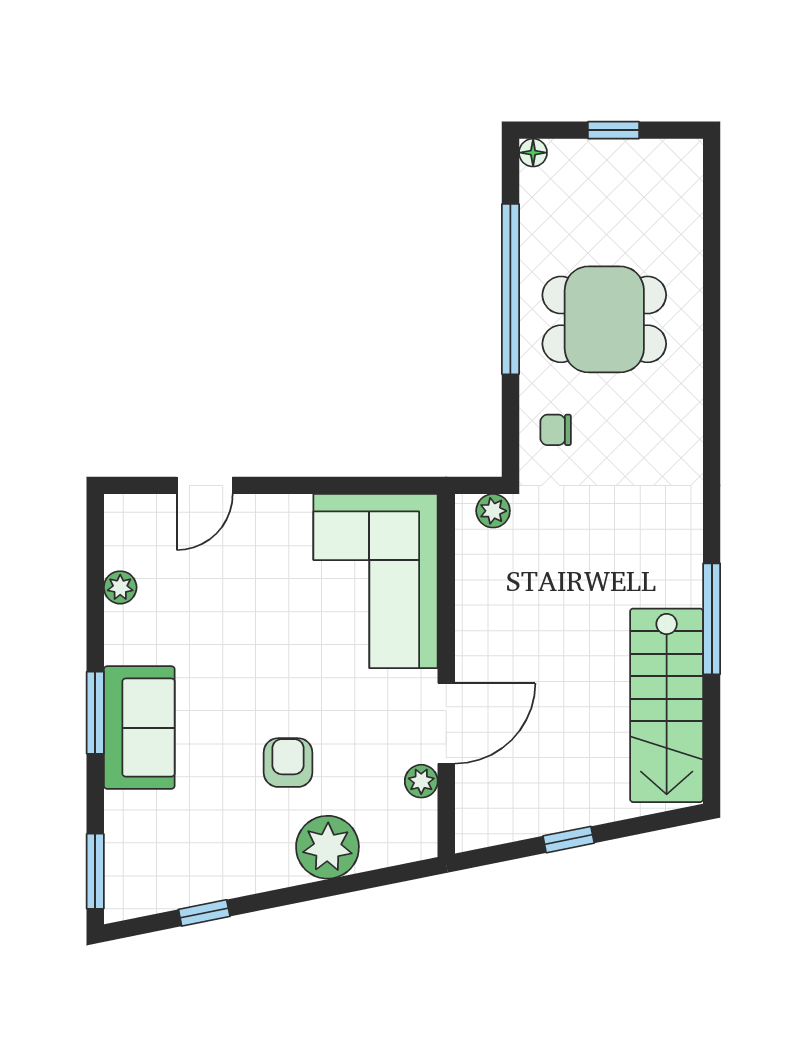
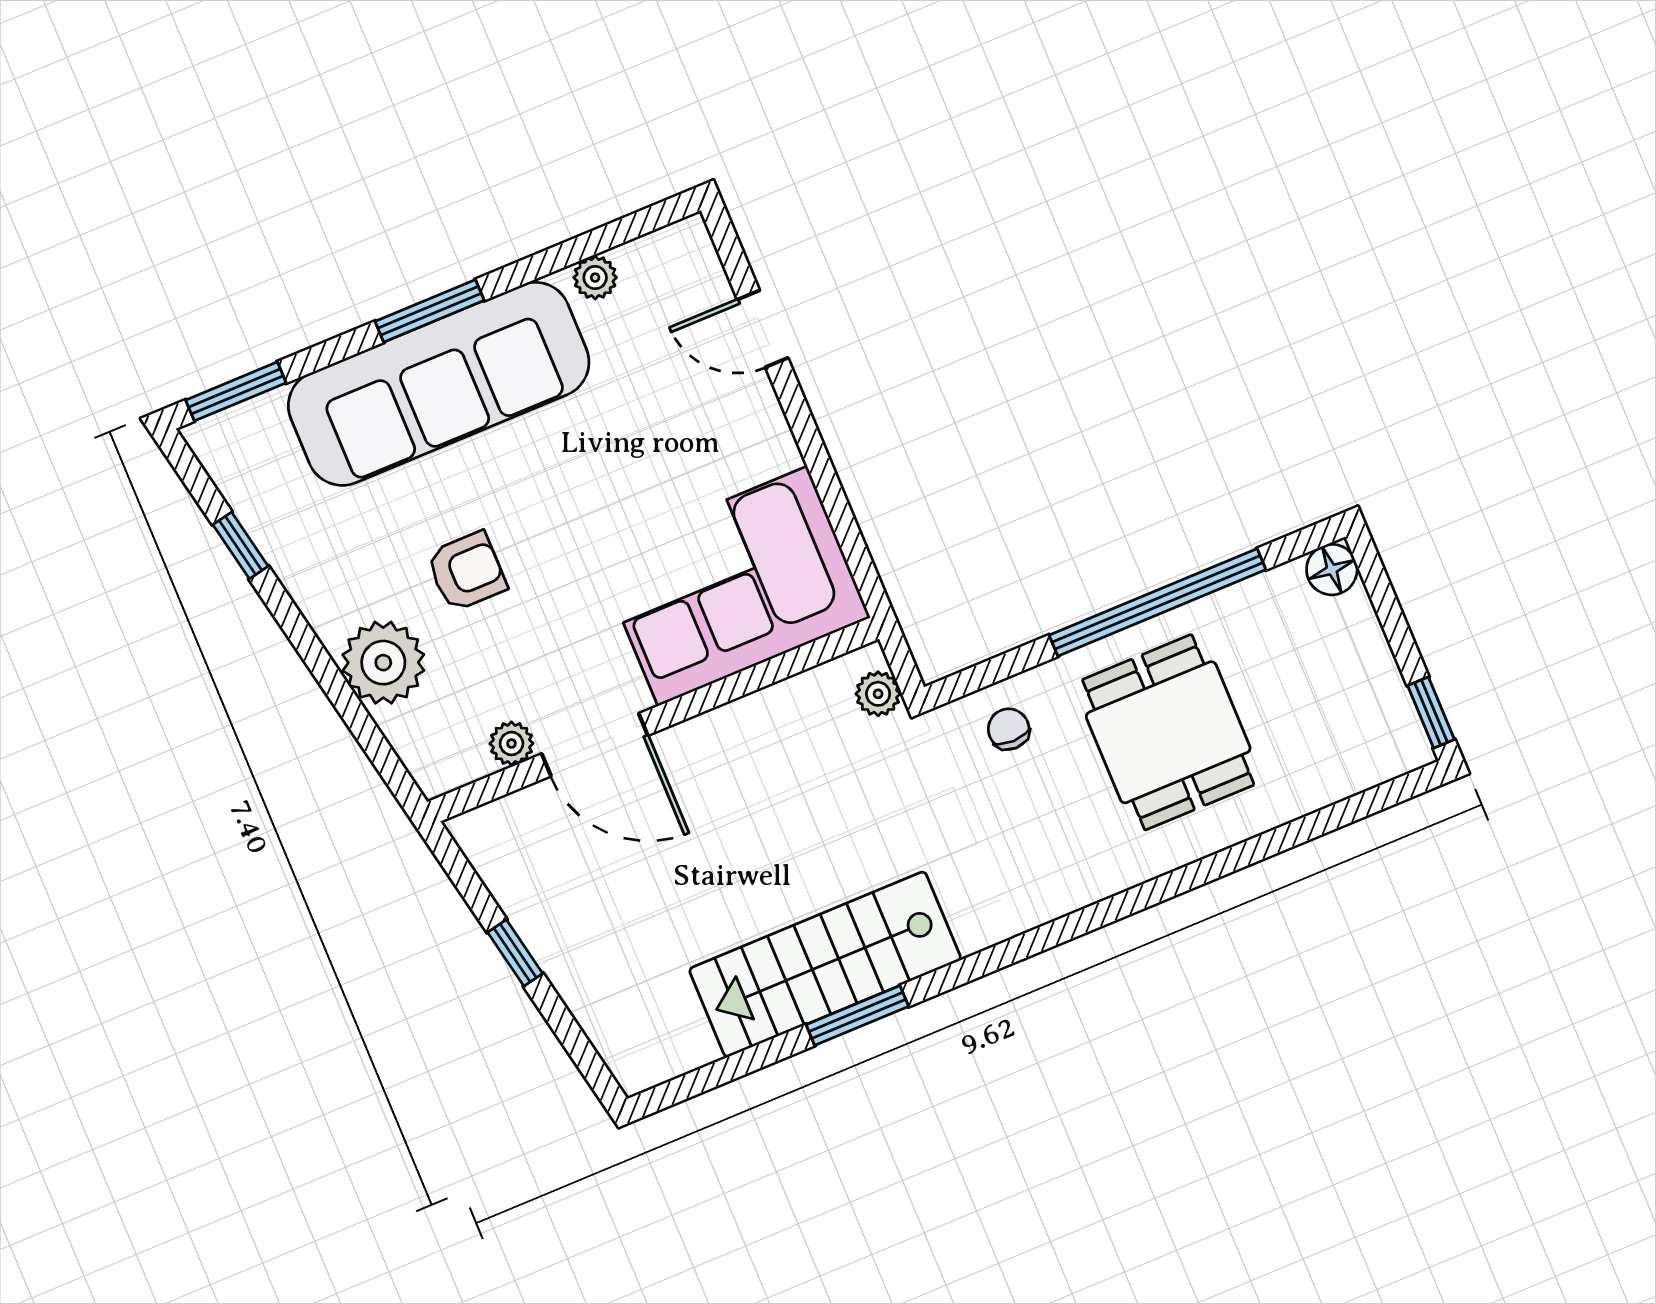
window: (614, 130) -> (1431, 712), moved
floor lamp: (533, 153) -> (1332, 570), width x1.37, depth x1.37
window: (712, 619) -> (857, 1015), width x0.69
stairs: (667, 705) -> (825, 964), moved
sofa: (139, 728) -> (439, 384), width x1.85, depth x1.27

